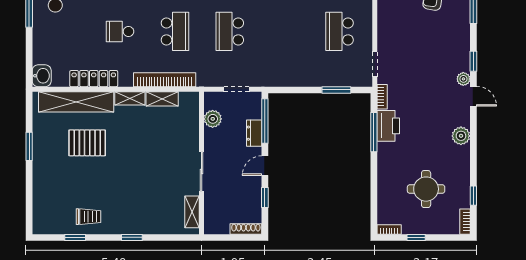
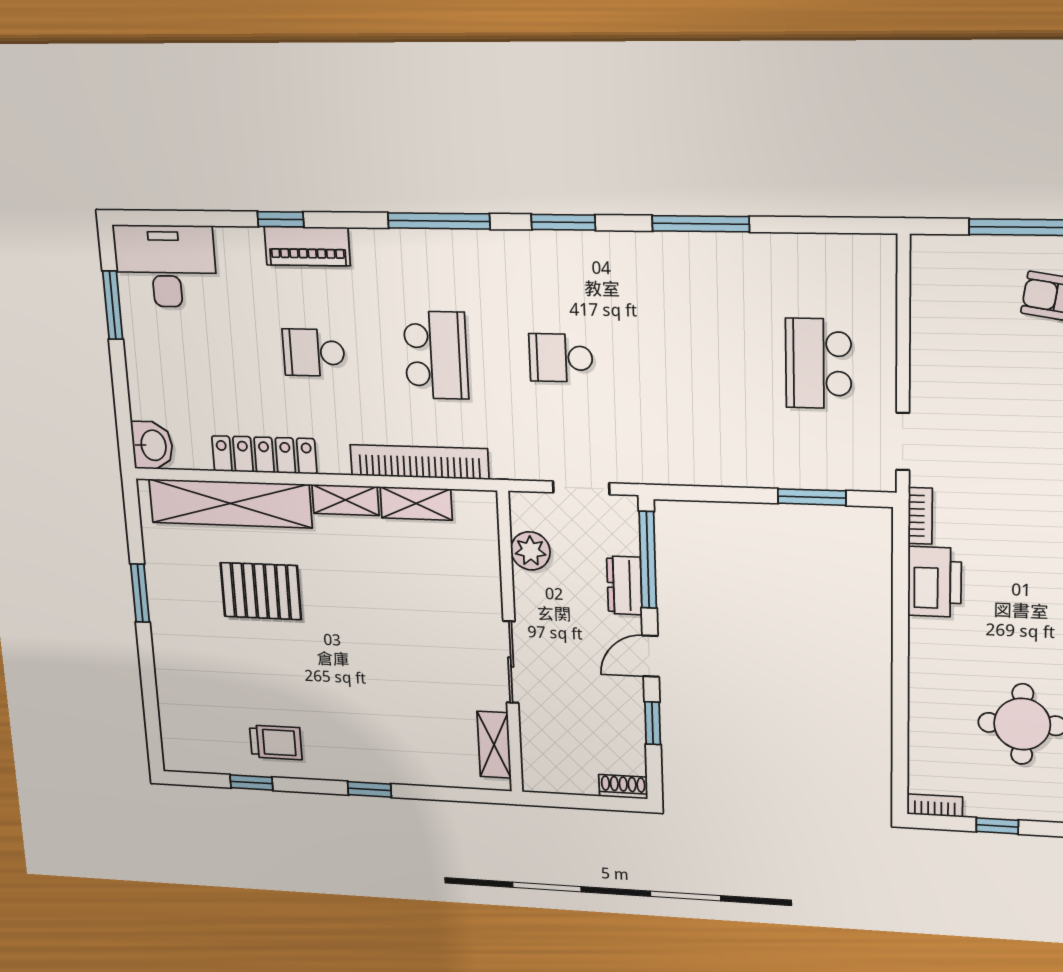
school desk: (230, 31) -> (561, 358), width x0.54
window: (374, 132) -> (900, 594), removed
shoe rack: (246, 229) -> (623, 787), width x0.70

